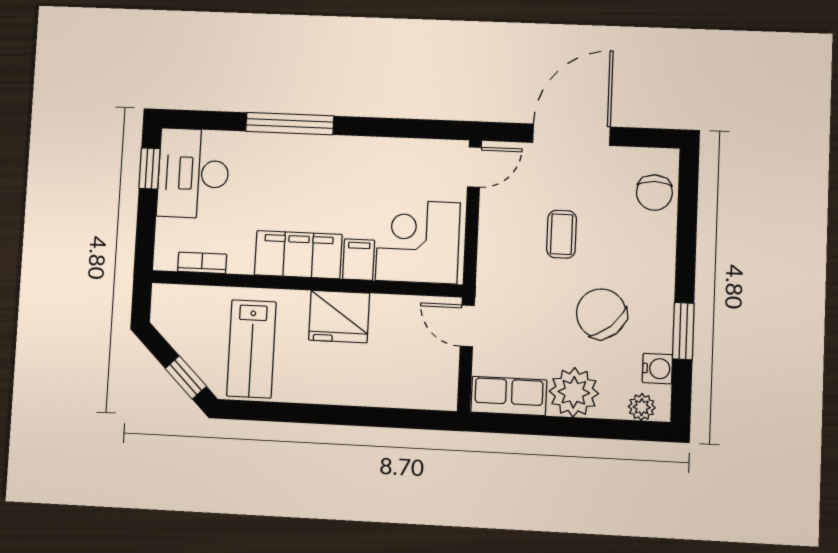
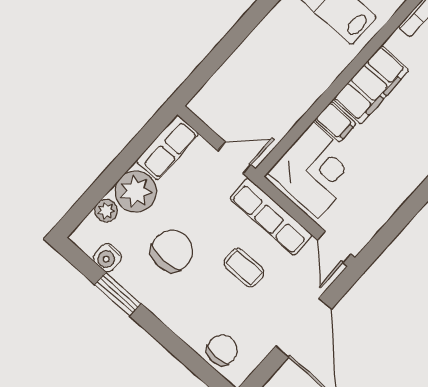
chair: (654, 193) -> (222, 350), turned 90
row of seats: (494, 247) -> (271, 217), added
chair: (601, 314) -> (172, 251), turned -49
fridge: (339, 317) -> (308, 79), removed
plant: (642, 407) -> (106, 211), moved

